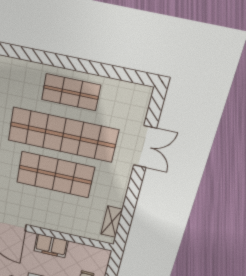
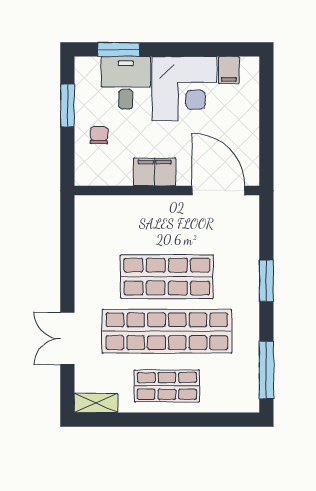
shelving: (112, 222) -> (96, 403), moved, turned 90

